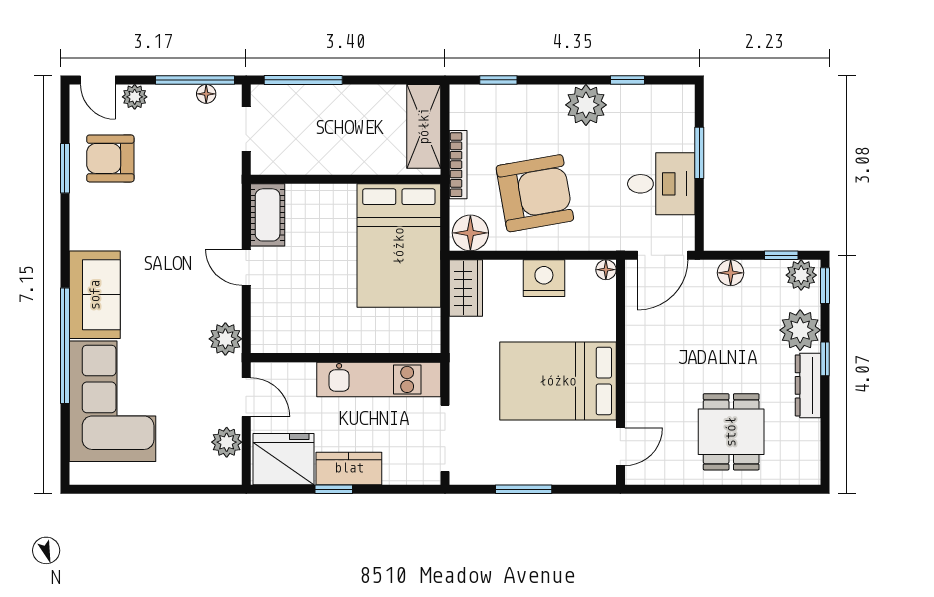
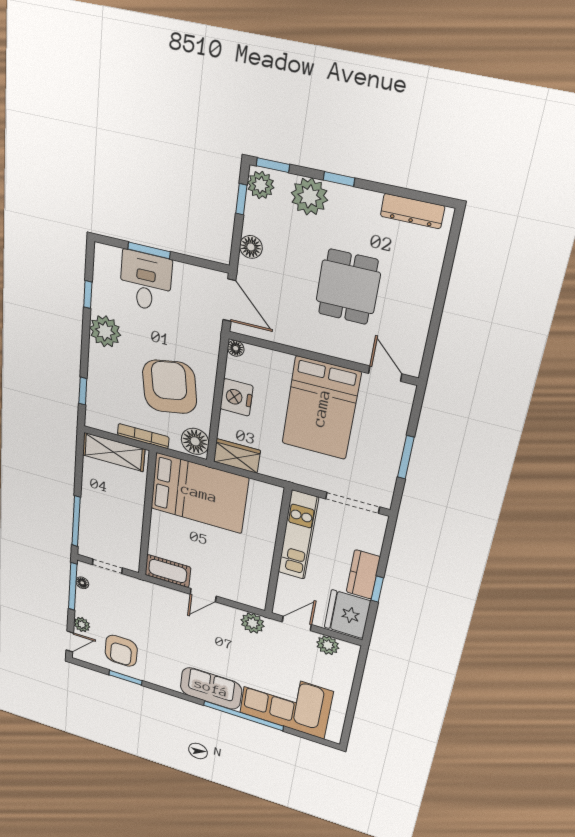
desk: (661, 184) -> (146, 281), moved
dresser: (808, 385) -> (412, 211), moved
dining table: (731, 432) -> (348, 287), moved, turned 90

